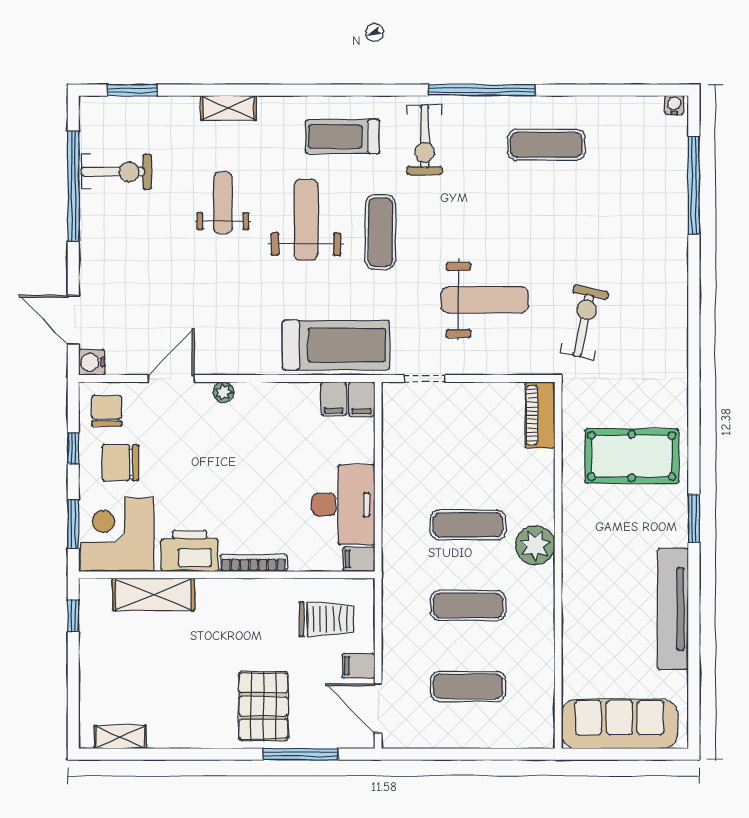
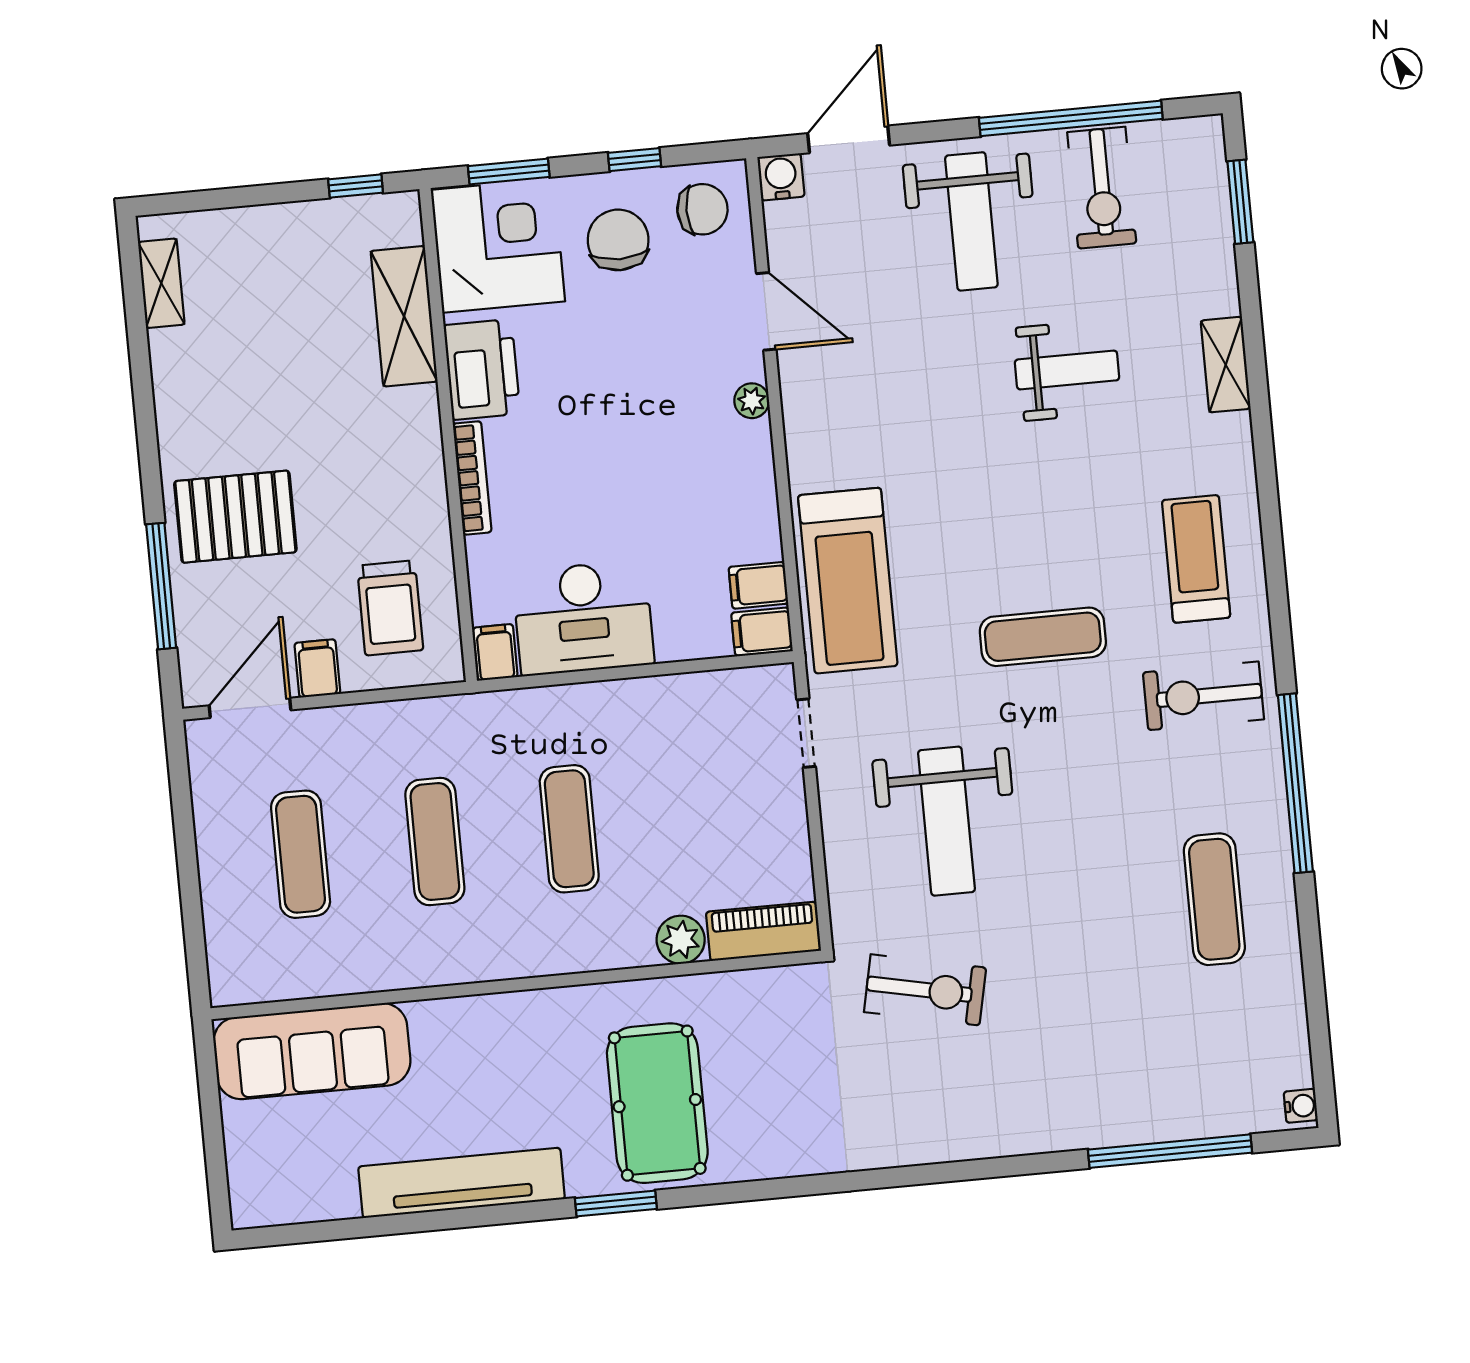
weight bench: (306, 220) -> (971, 221), moved, turned 90
pool table: (632, 456) -> (657, 1103), moved
plant: (535, 545) -> (681, 940), moved, width x0.73, depth x0.73
sofa: (619, 724) -> (312, 1051), moved, turned 90

